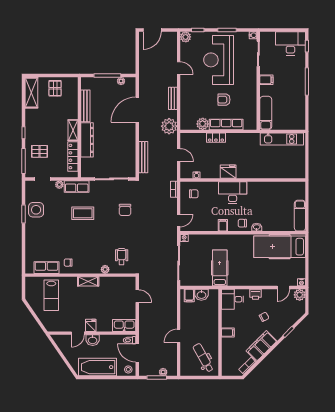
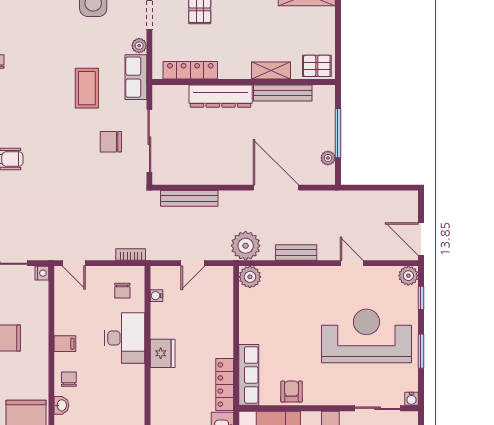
door: (152, 30) -> (421, 239), moved
door: (179, 68) -> (352, 263), swing flipped
pallet: (55, 88) -> (317, 66), moved
armchair: (224, 100) -> (292, 392), moved
plant: (203, 124) -> (250, 277), moved
row of seats: (226, 124) -> (249, 375), moved
shelving: (73, 130) -> (271, 70), moved
locker: (216, 138) -> (225, 384), moved, width x1.53
desk: (233, 192) -> (125, 338), moved
chair: (125, 210) -> (111, 142), moved

